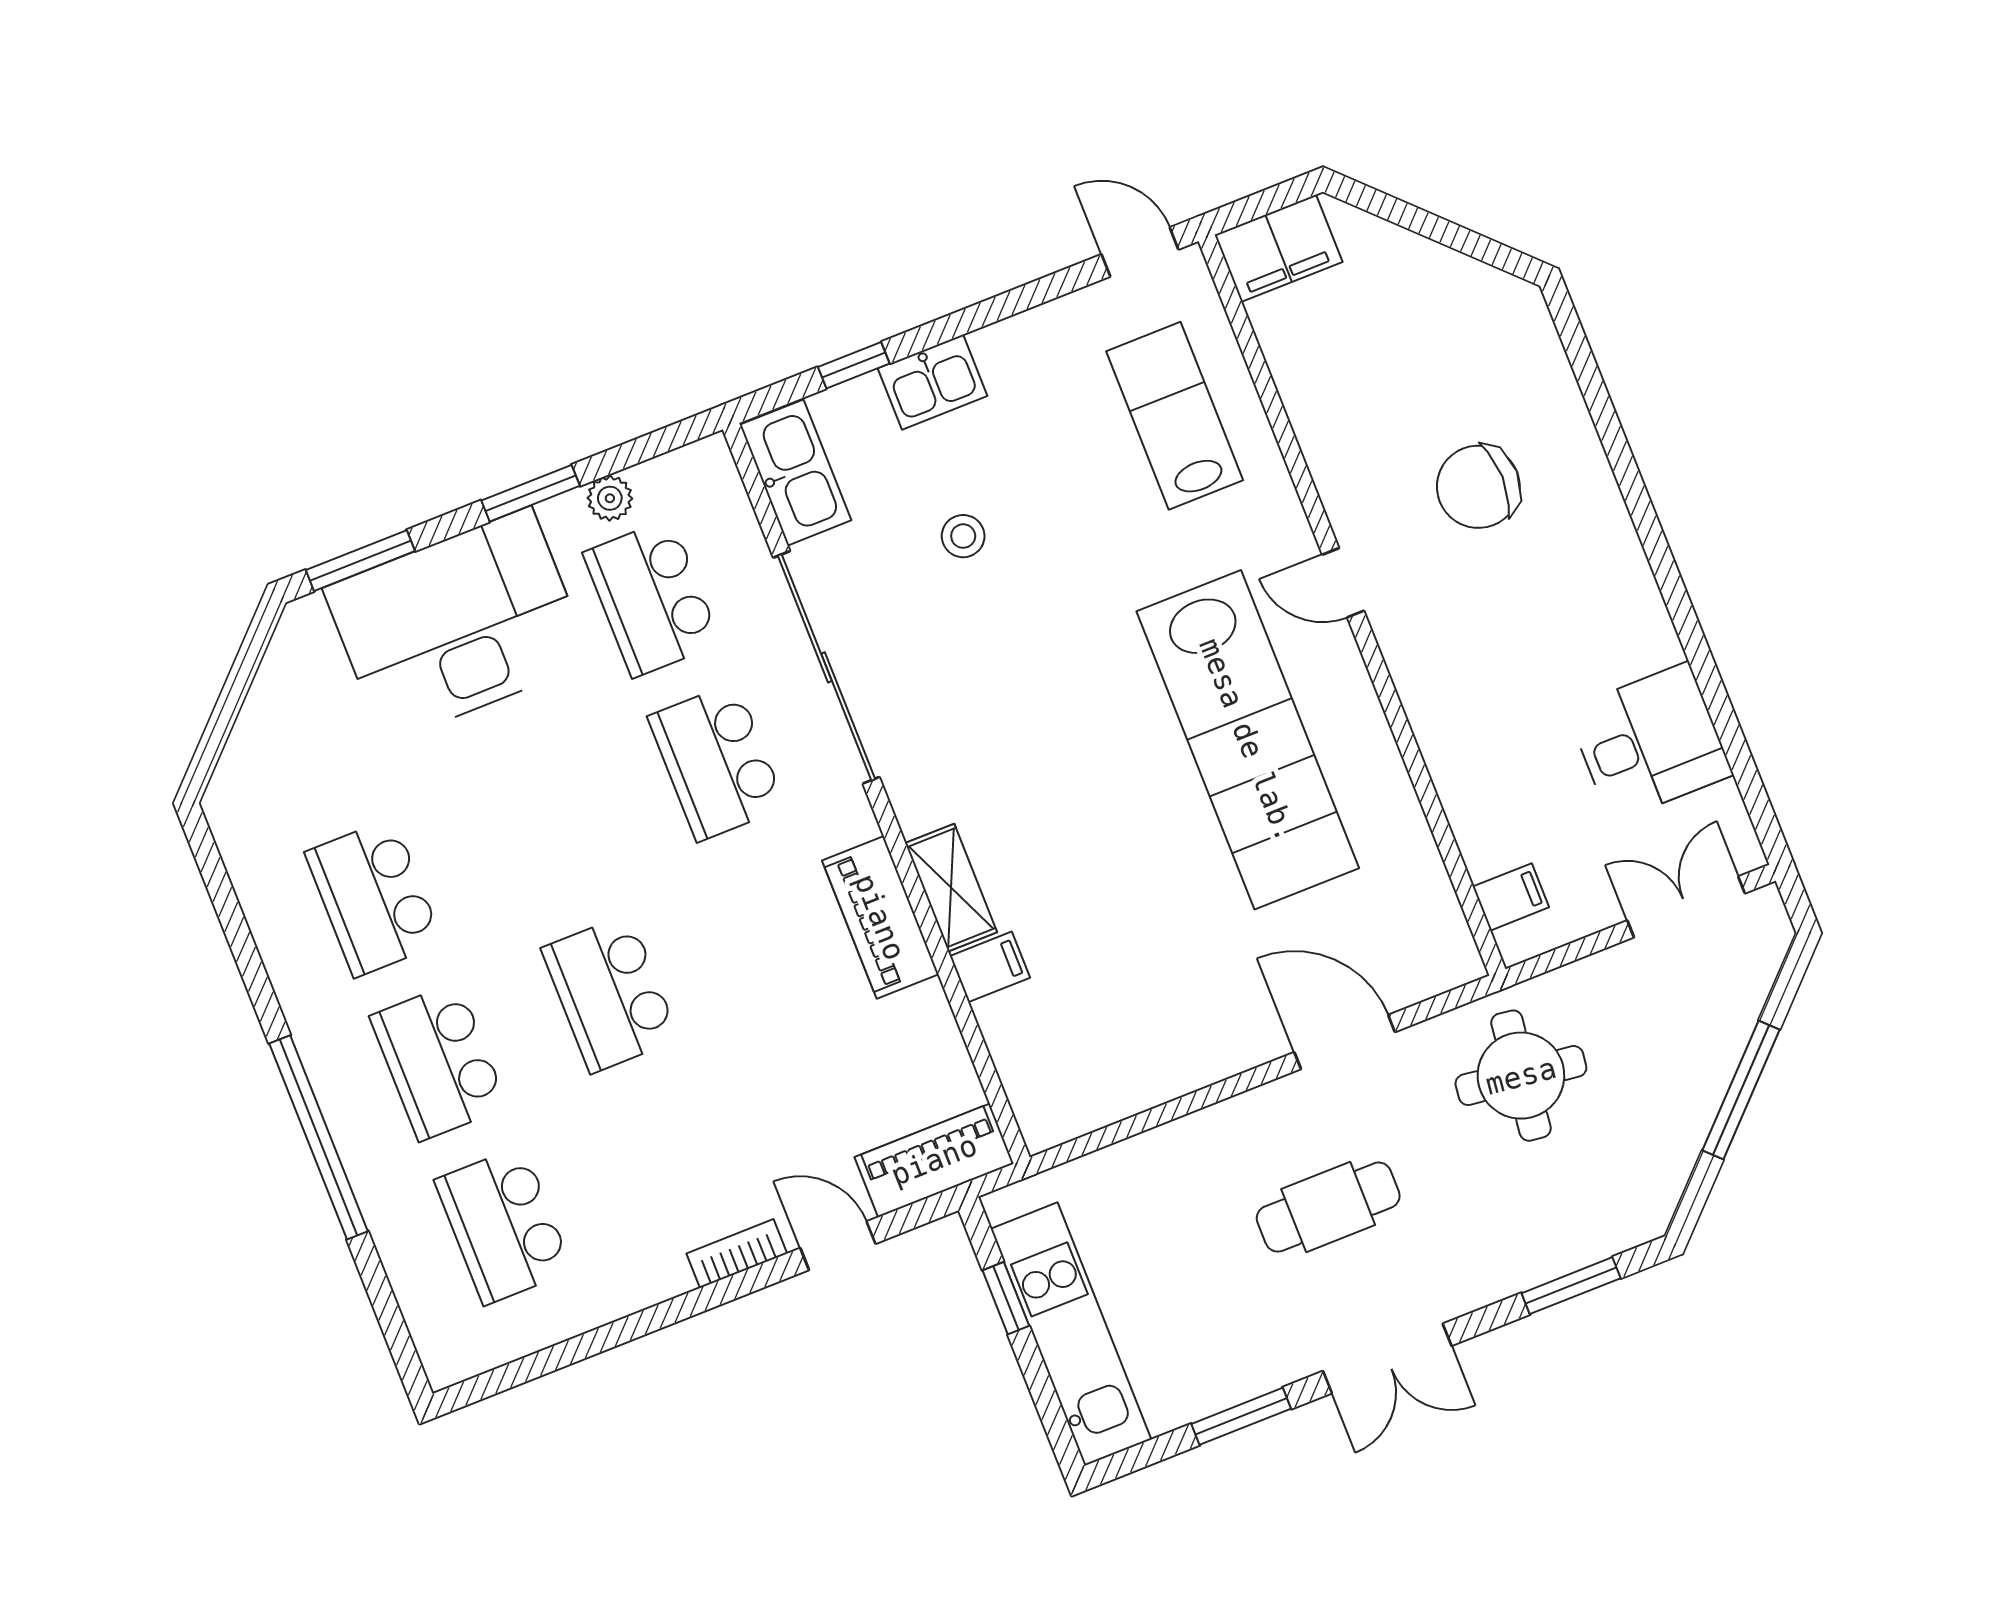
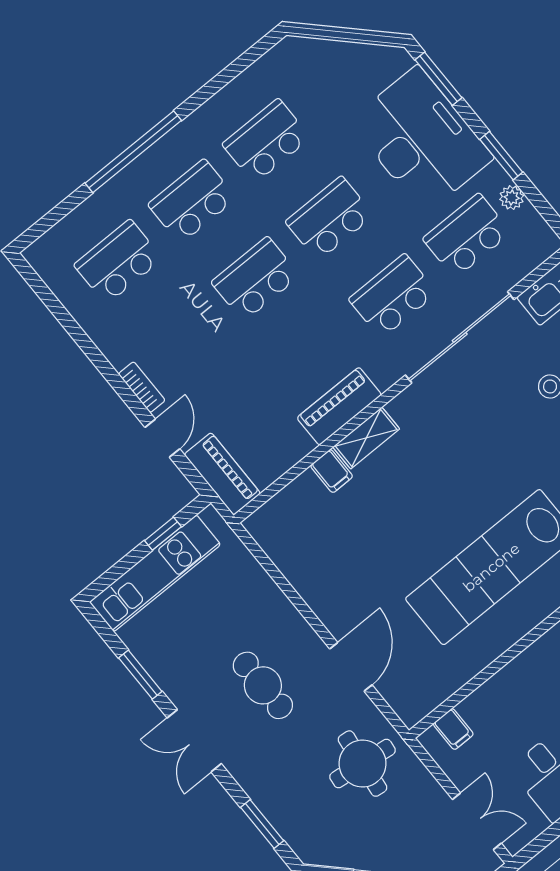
school desk: (545, 830) -> (330, 219), added

